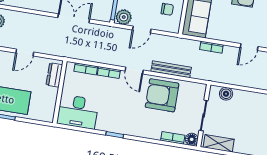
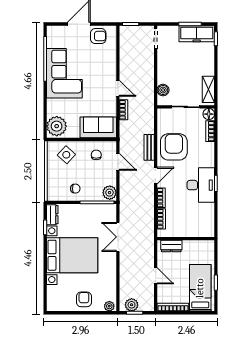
door: (142, 29) -> (118, 162), moved
door: (249, 47) -> (118, 88), moved
bench: (171, 69) -> (149, 147), width x0.73
armchair: (162, 95) -> (174, 147), turned 180
desk: (78, 112) -> (201, 185), moved

